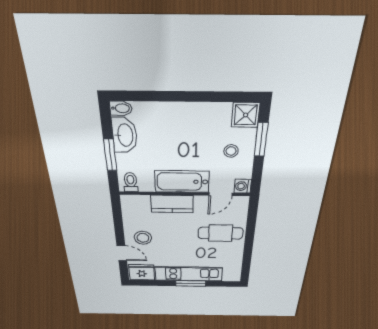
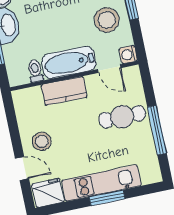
stool: (231, 151) -> (107, 20), width x1.89, depth x1.89
toilet: (131, 182) -> (35, 71), moved
door: (220, 194) -> (109, 69), hinge flipped
window: (248, 248) -> (157, 130), added

